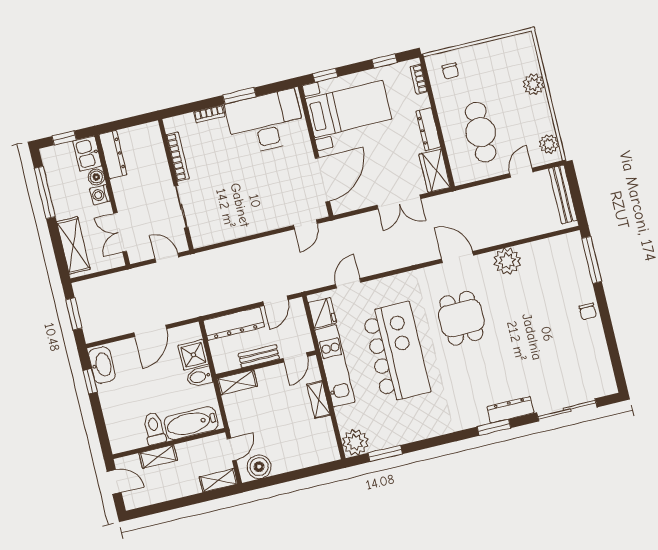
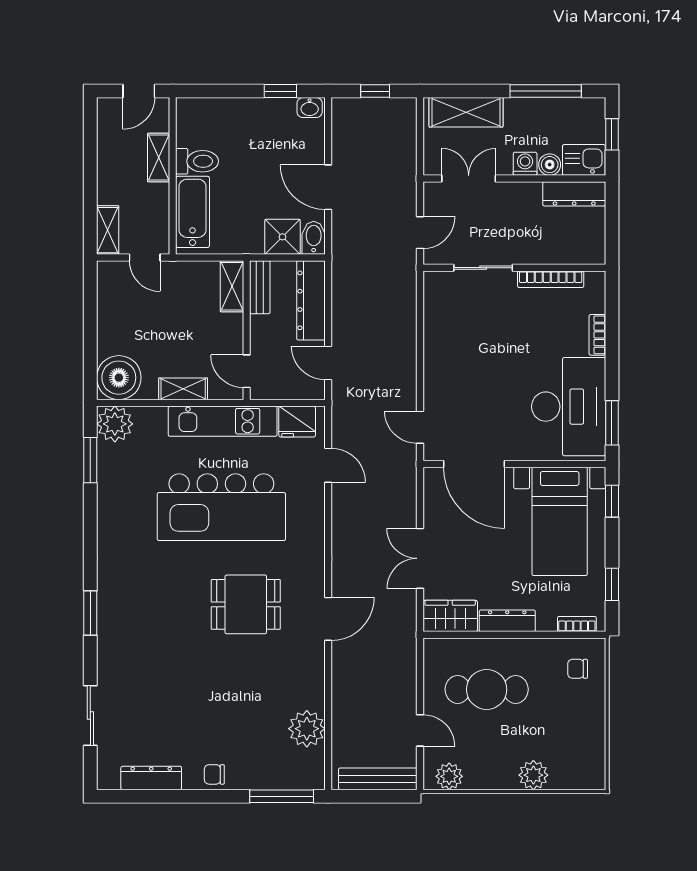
window: (239, 96) -> (612, 423), moved
plant: (507, 261) -> (307, 729), moved
window: (74, 314) -> (375, 91), width x0.67
bench: (259, 356) -> (260, 287), moved
washbasin: (102, 365) -> (310, 108), width x0.52, depth x0.69
bidet: (199, 377) -> (314, 238), moved
dresser: (510, 410) -> (151, 778), moved, turned -90
sliding door: (567, 410) -> (90, 716), width x0.73
boiler: (259, 467) -> (119, 378), moved, width x1.37, depth x1.37

